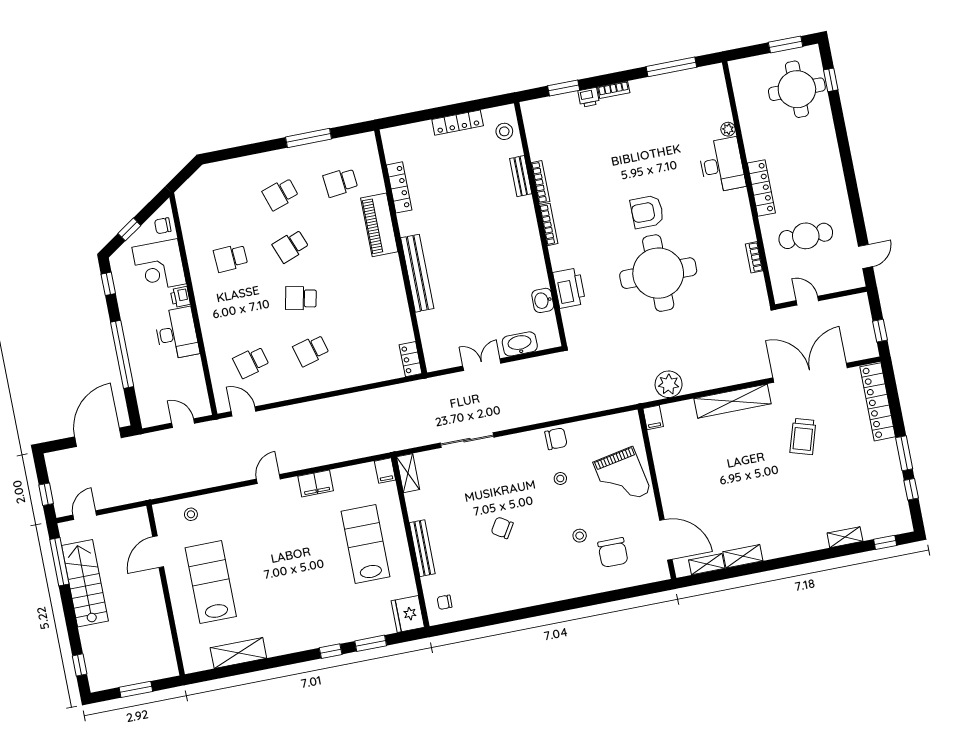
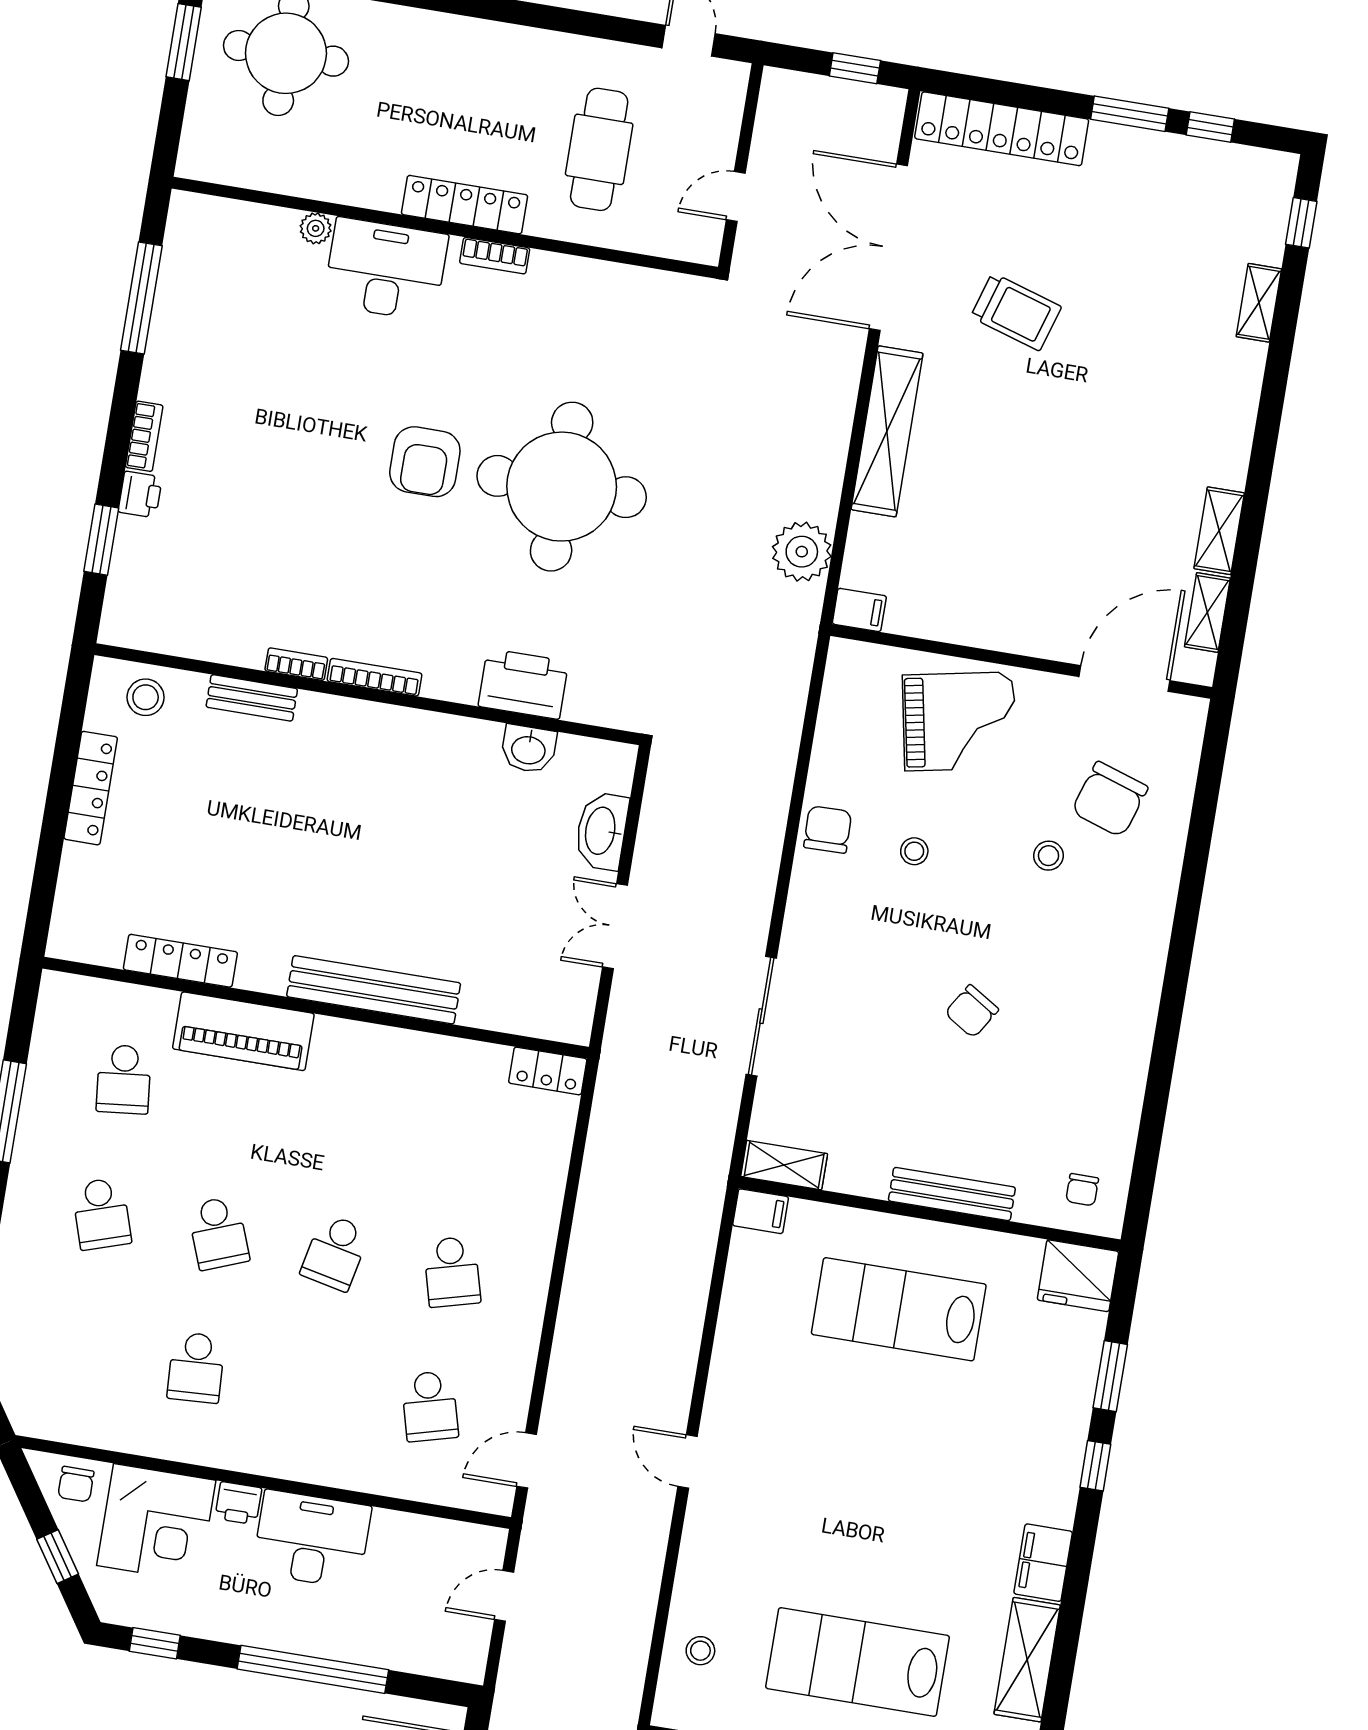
bookcase: (540, 182) -> (296, 664), width x0.64
bookcase: (754, 257) -> (495, 256), moved
filing cabinet: (316, 483) -> (1043, 1563), moved, turned 180
chair: (613, 552) -> (1110, 799), turned 108

